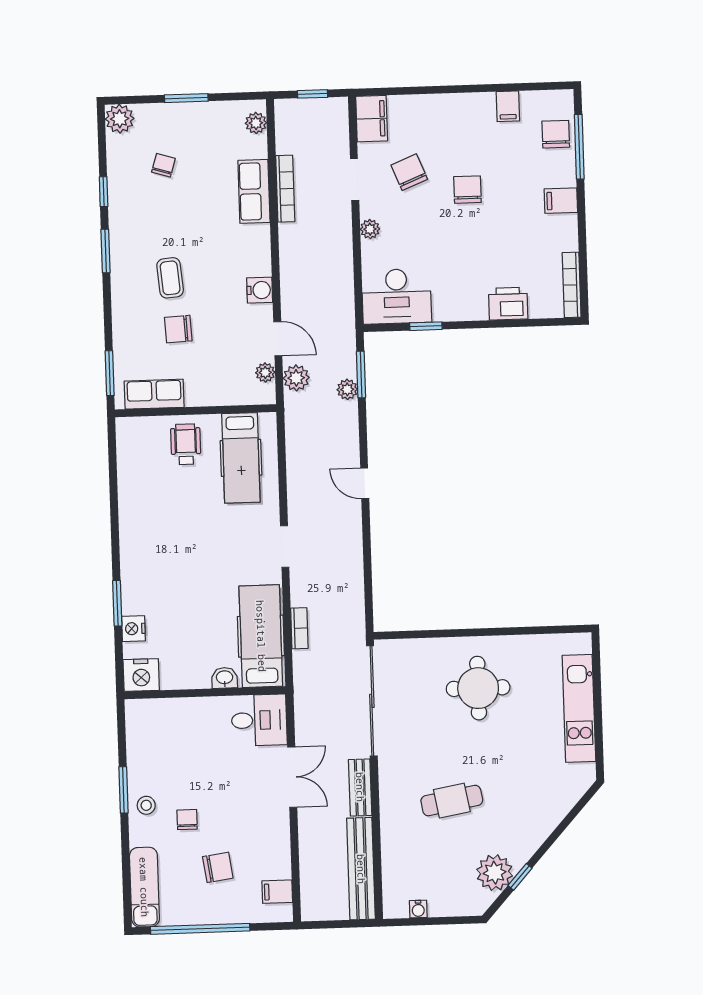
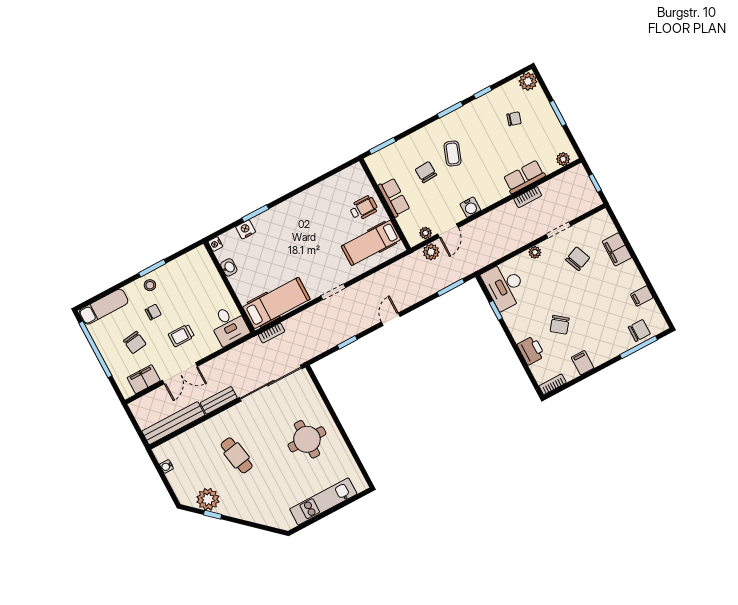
filing cabinet: (372, 119) -> (617, 249), moved, turned 90
bookcase: (285, 189) -> (528, 197), width x0.64
chair: (467, 190) -> (560, 325), moved, turned 128
filing cabinet: (561, 201) -> (583, 363), moved
coffee table: (170, 278) -> (453, 154), turned -65
bookcase: (572, 285) -> (553, 384), width x0.64
plant: (347, 389) -> (439, 284), removed
row of seats: (154, 394) -> (394, 197), moved
window: (367, 562) -> (347, 342), added
bookcase: (299, 628) -> (272, 333), moved
nightstand: (141, 675) -> (215, 244), width x0.53, depth x0.56
washbasin: (225, 678) -> (229, 267), moved
double door: (292, 777) -> (180, 373), moved
trolley: (241, 796) -> (181, 335), added
filing cabinet: (277, 892) -> (144, 379), width x2.00

